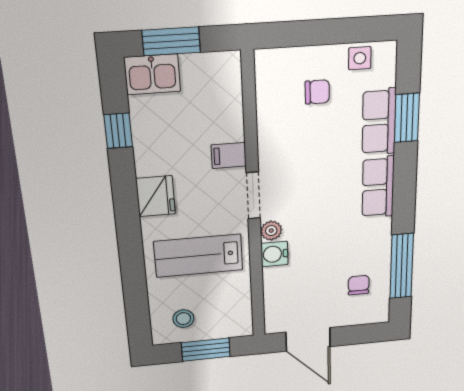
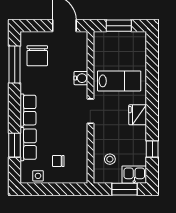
filing cabinet: (229, 156) -> (101, 133), removed
plant: (271, 231) -> (82, 91), removed
chair: (359, 285) -> (37, 56), width x1.87, depth x1.87
stool: (183, 319) -> (110, 159), moved

